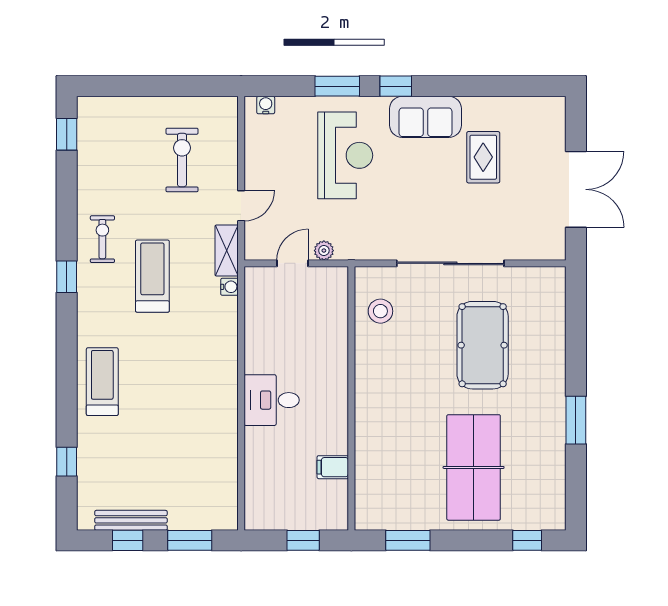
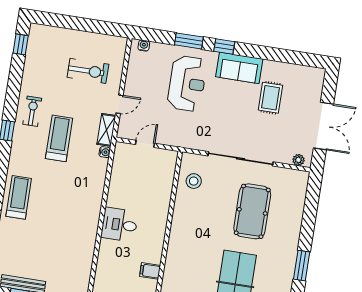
exercise bike: (182, 160) -> (88, 71), turned 90
plant: (324, 251) -> (298, 160), moved

